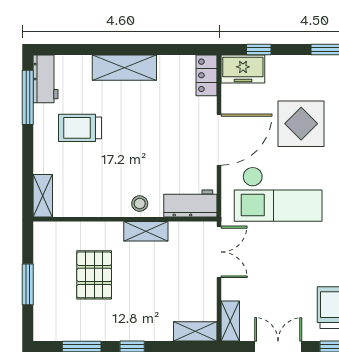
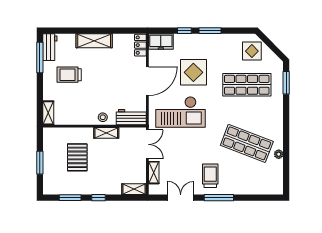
window: (259, 49) -> (184, 31), moved
shelving: (230, 321) -> (154, 173), moved

